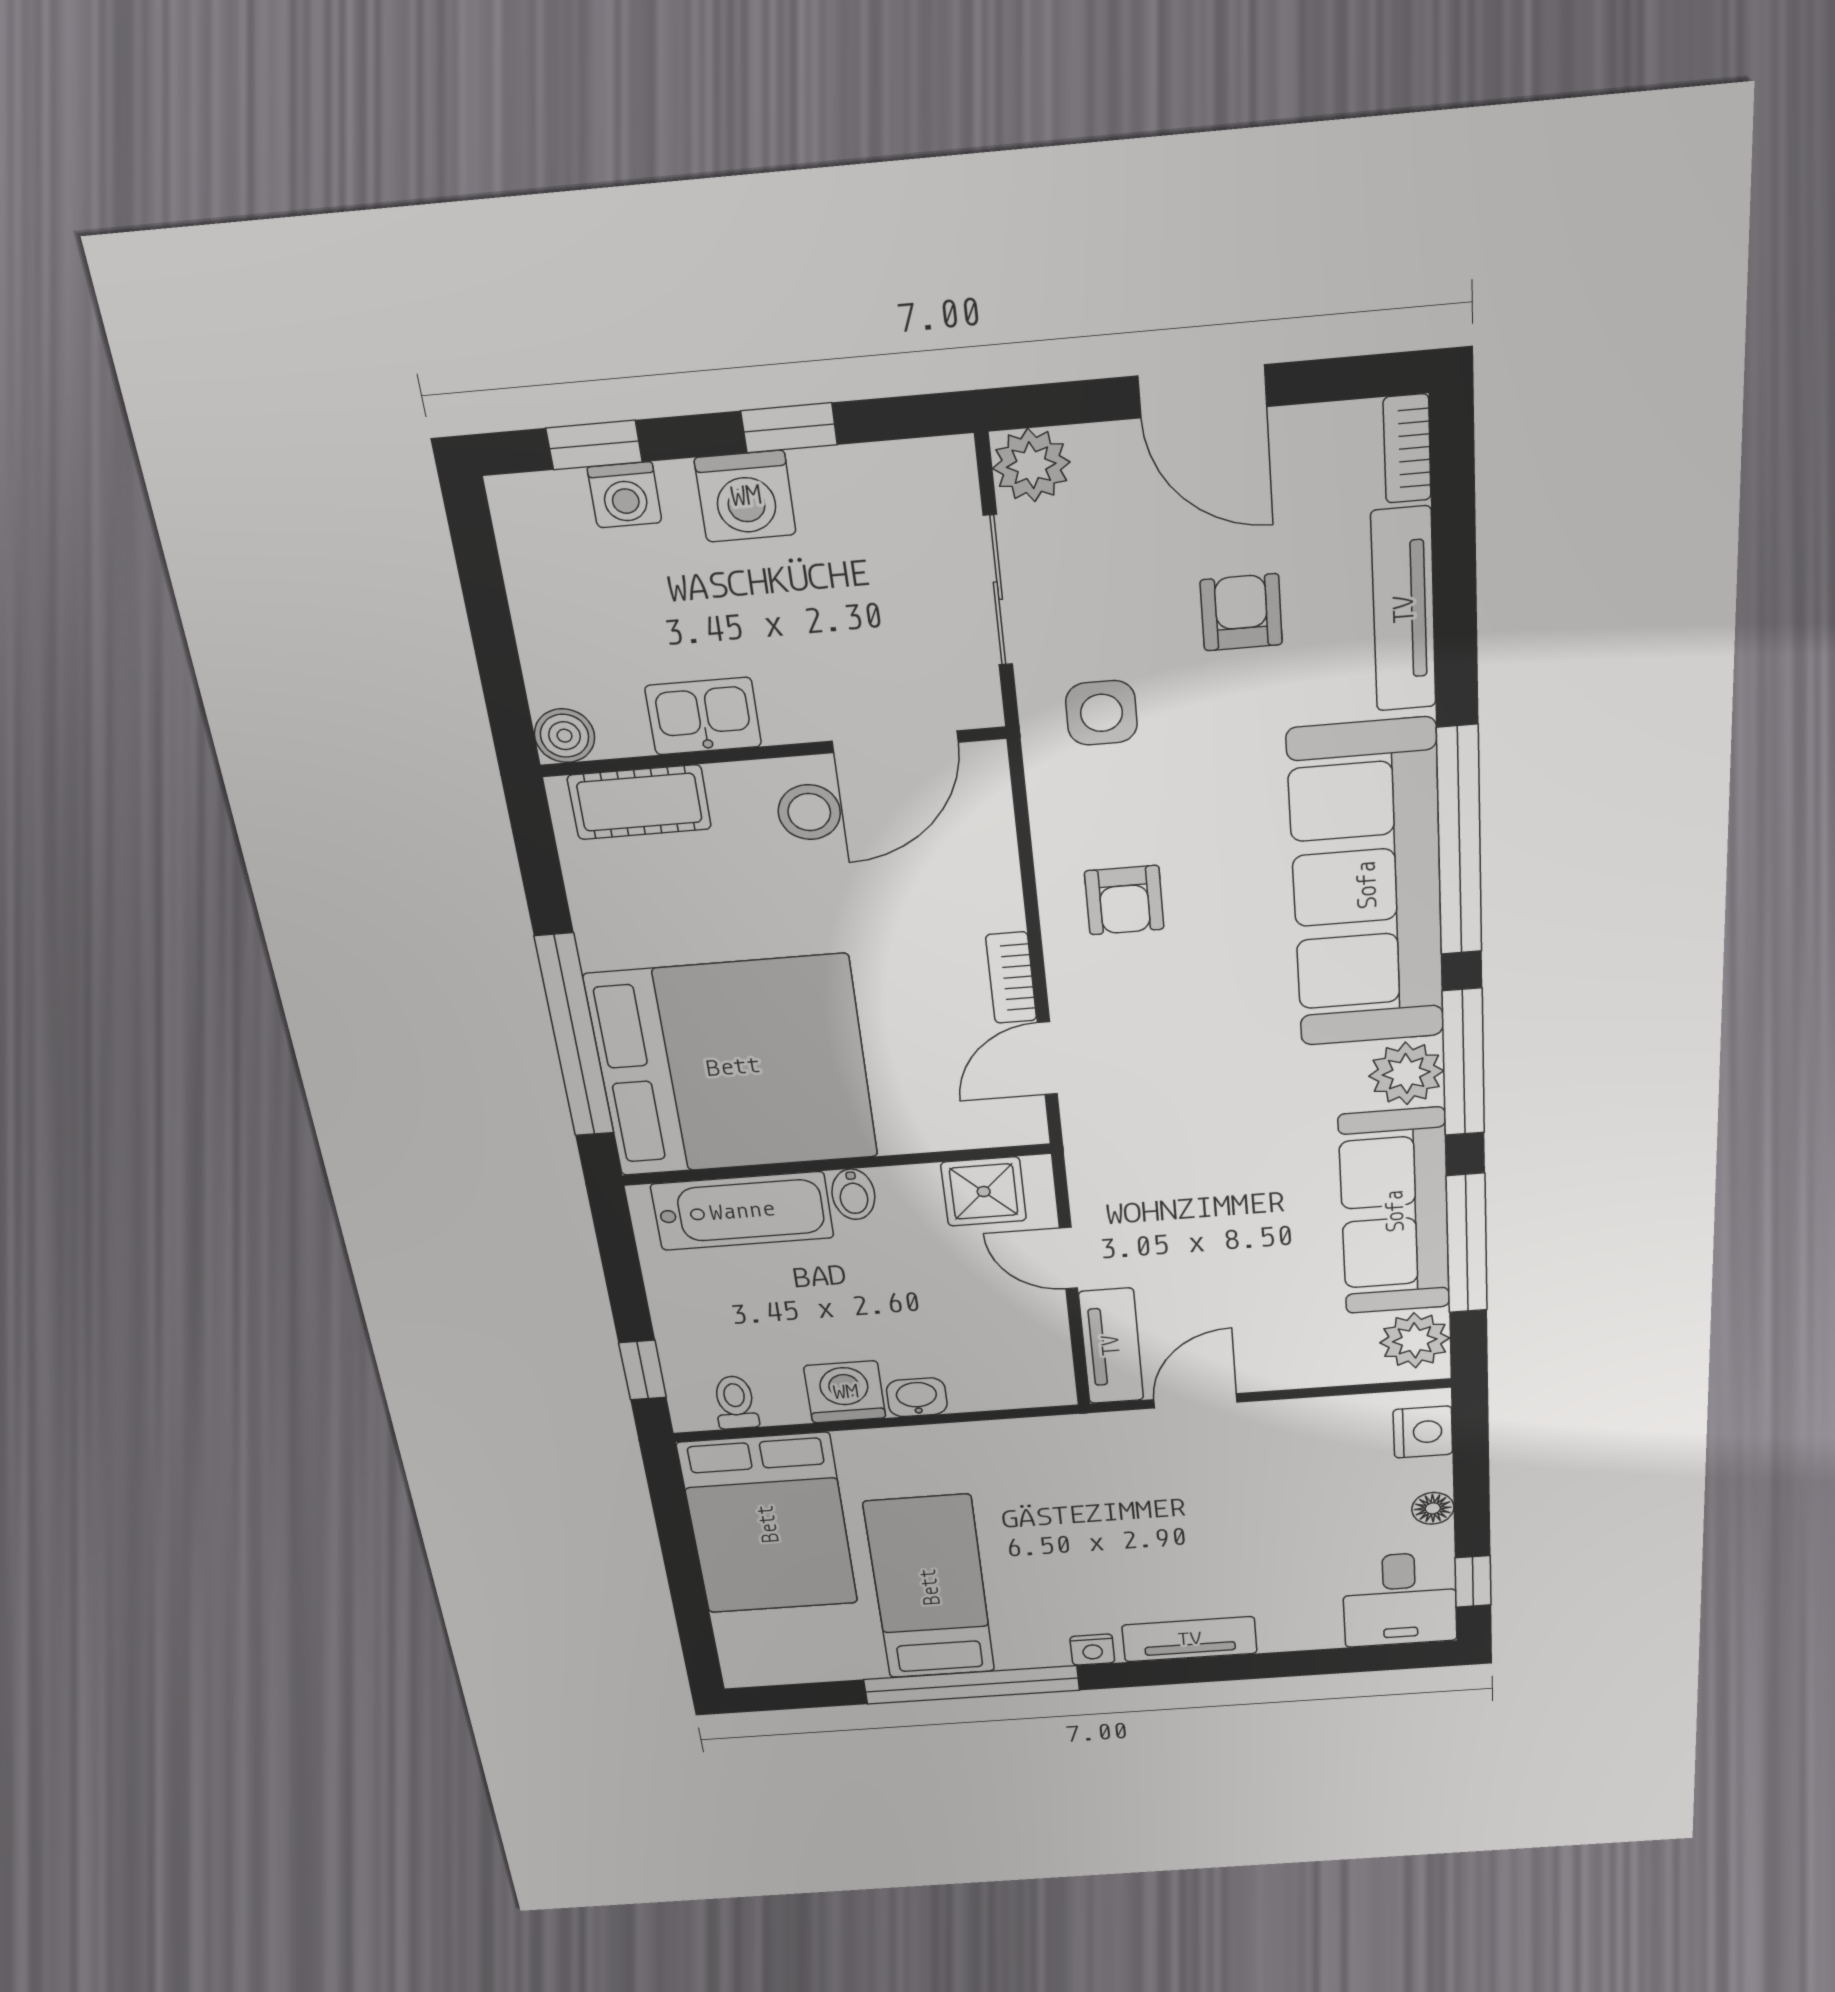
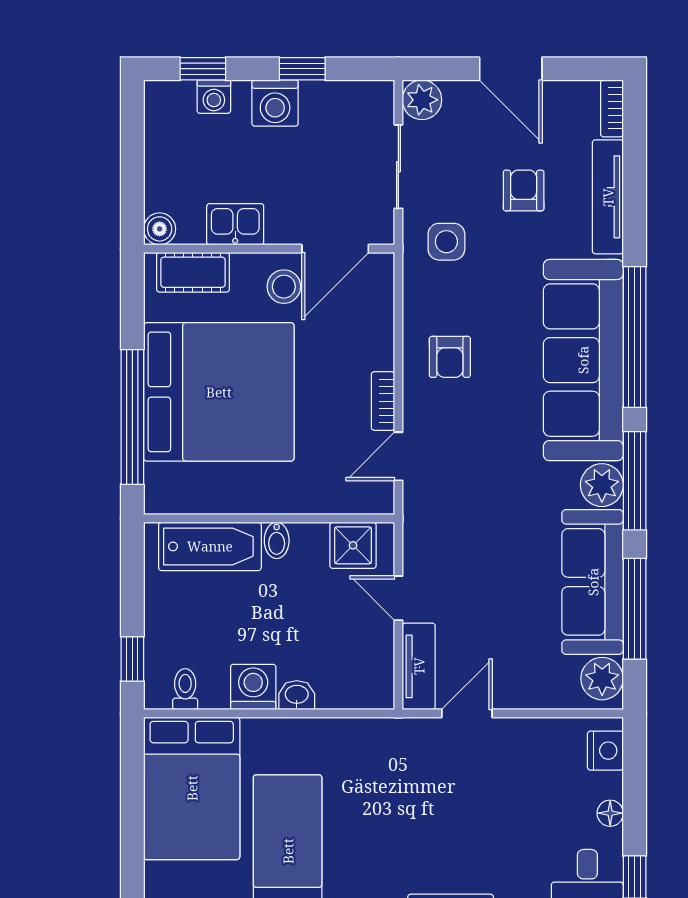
bed: (733, 1067) -> (219, 392), moved

